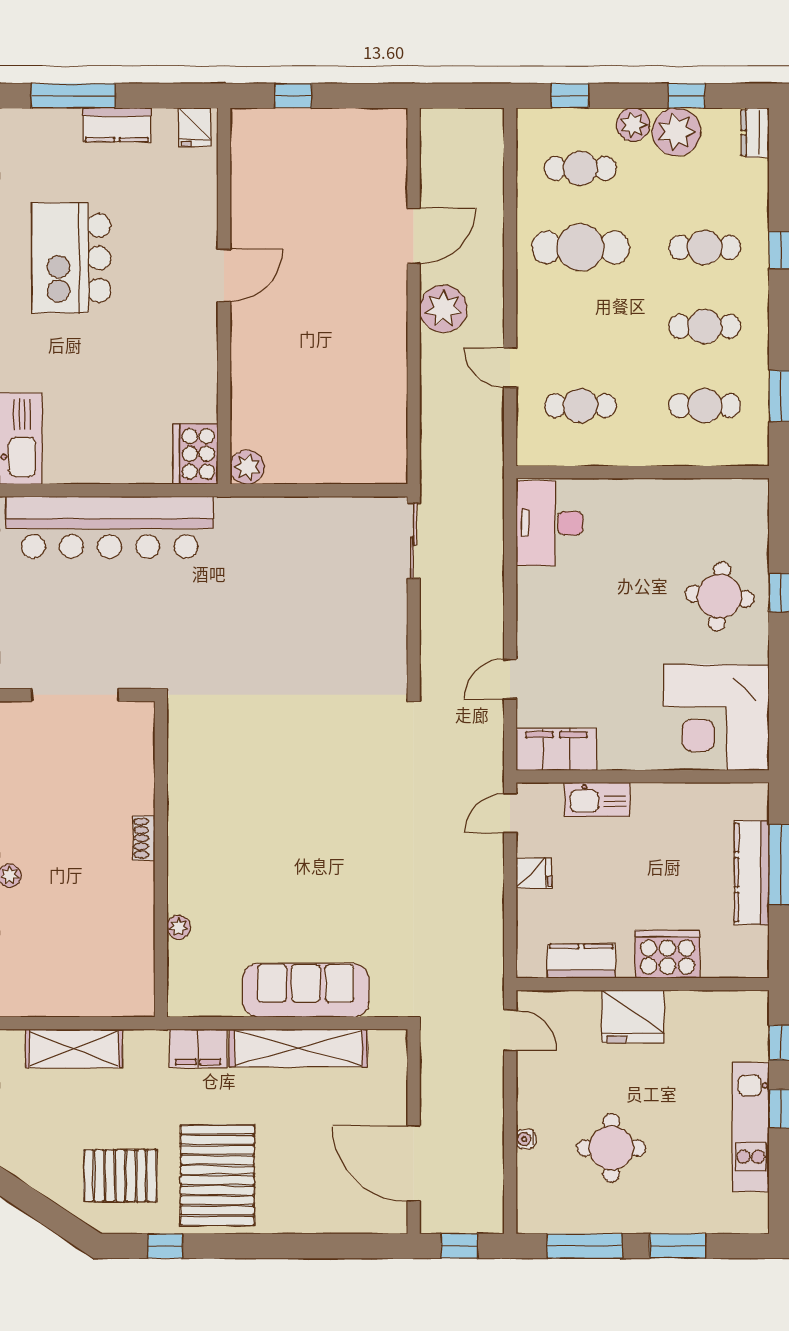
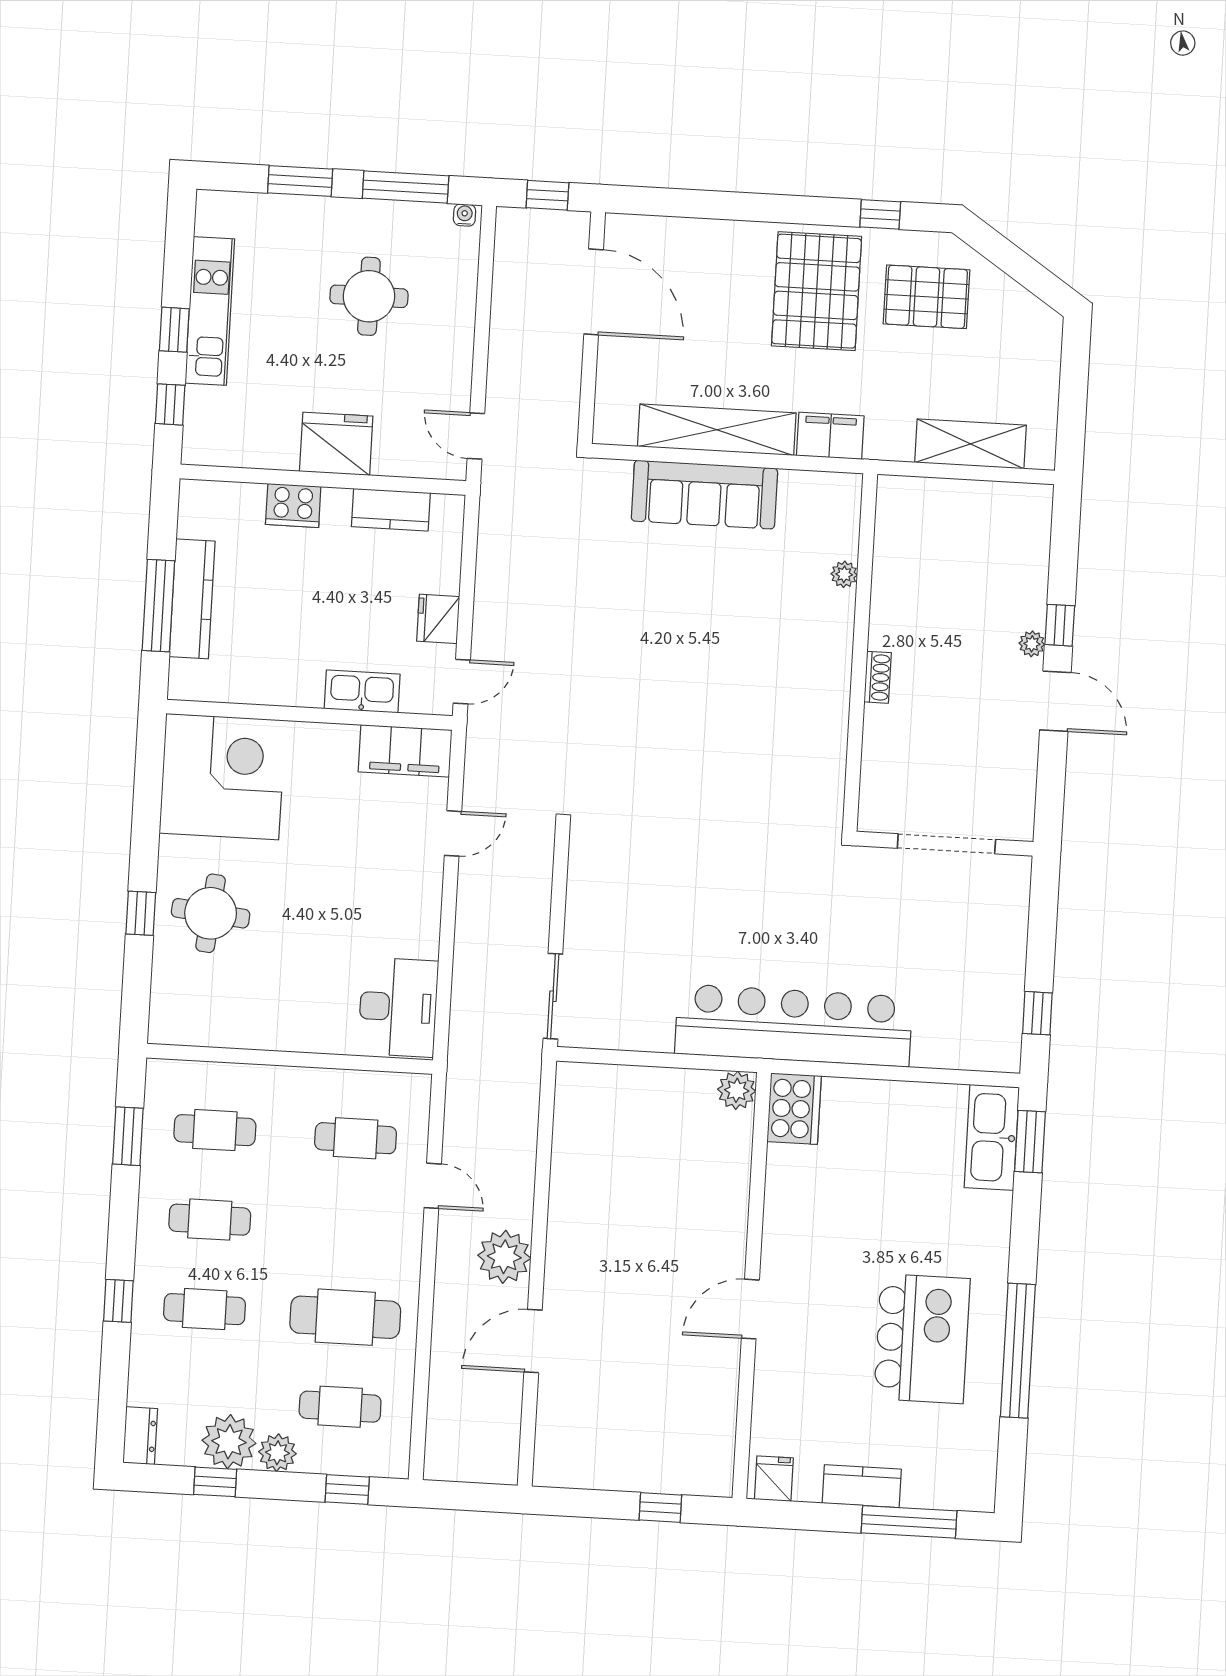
bar counter: (110, 527) -> (794, 1025), moved
fridge: (534, 873) -> (438, 619), width x1.38
cooker: (667, 954) -> (293, 505), width x0.73, depth x0.76
water cooler: (526, 1139) -> (465, 215), moved, turned -90

